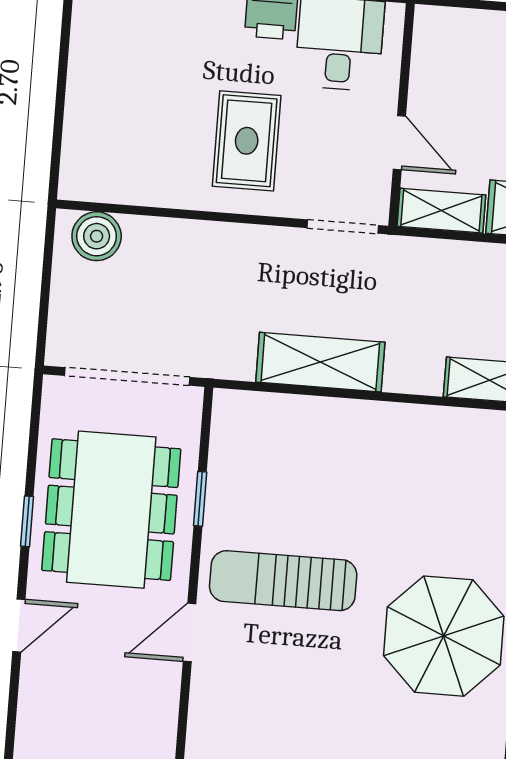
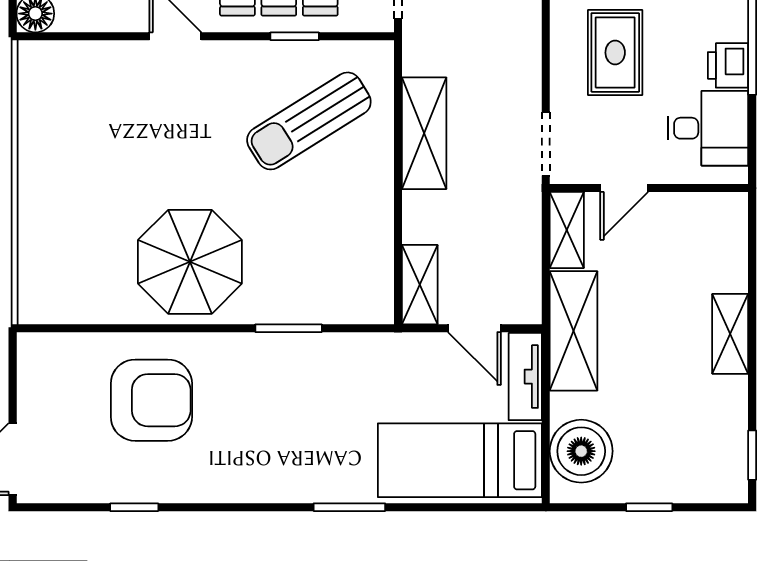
rug: (247, 141) -> (615, 53), turned 90
sun lounger: (283, 581) -> (309, 121), moved, turned -122

